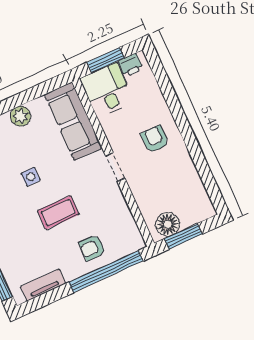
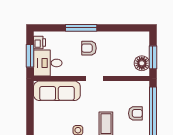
window: (179, 115) -> (81, 28), added
plant: (21, 116) -> (40, 120), removed
armchair: (92, 248) -> (135, 113), turned -90

